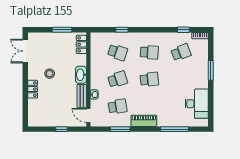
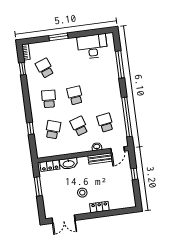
washbasin: (81, 75) -> (69, 164), moved
piano: (144, 121) -> (116, 95), removed
window: (120, 129) -> (127, 117), width x2.11

